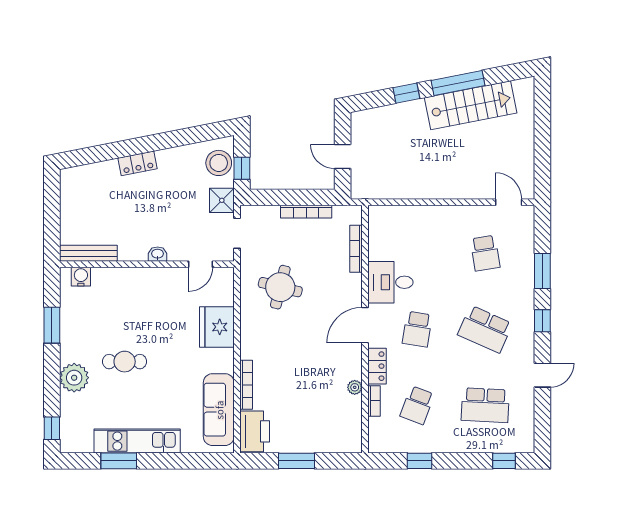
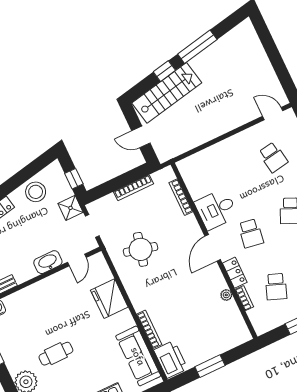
stairs: (471, 105) -> (167, 93), moved
stool: (219, 163) -> (36, 192), moved
washbasin: (158, 254) -> (48, 262), width x1.91, depth x1.45

